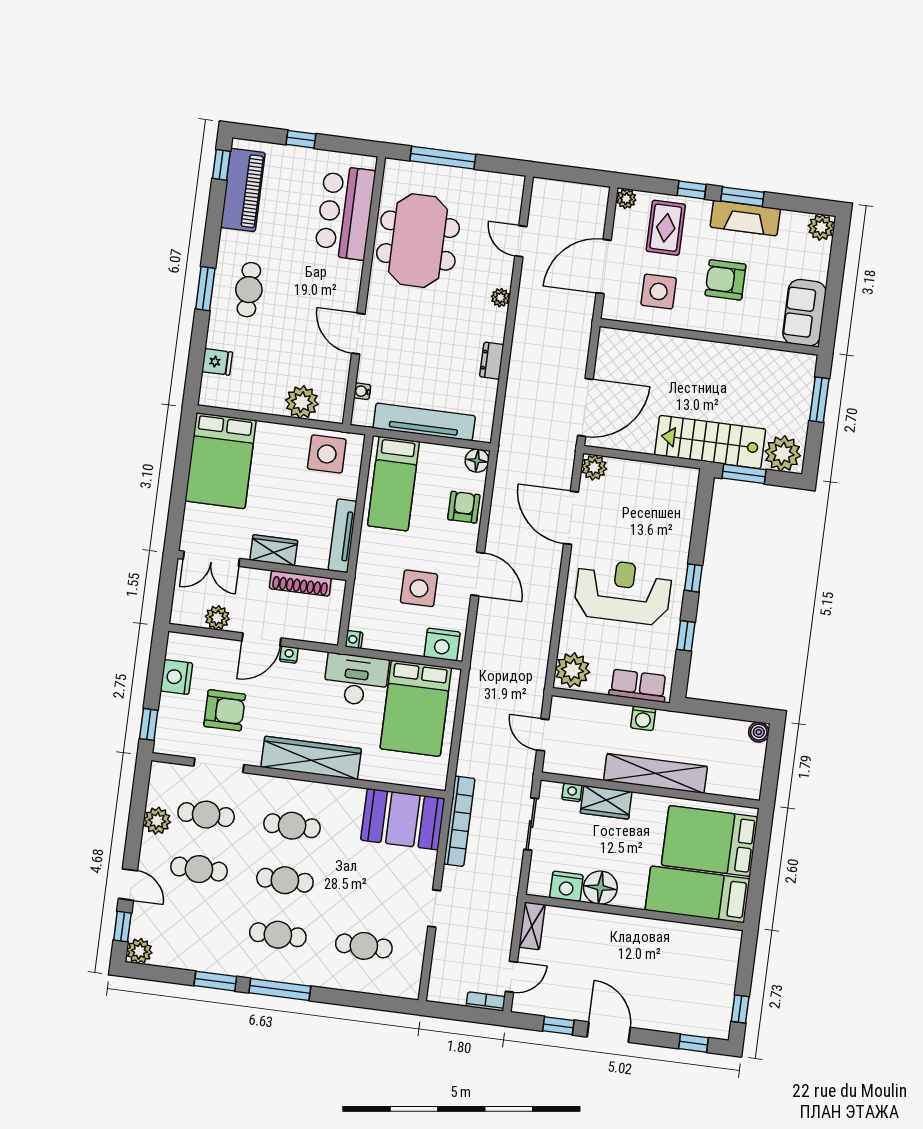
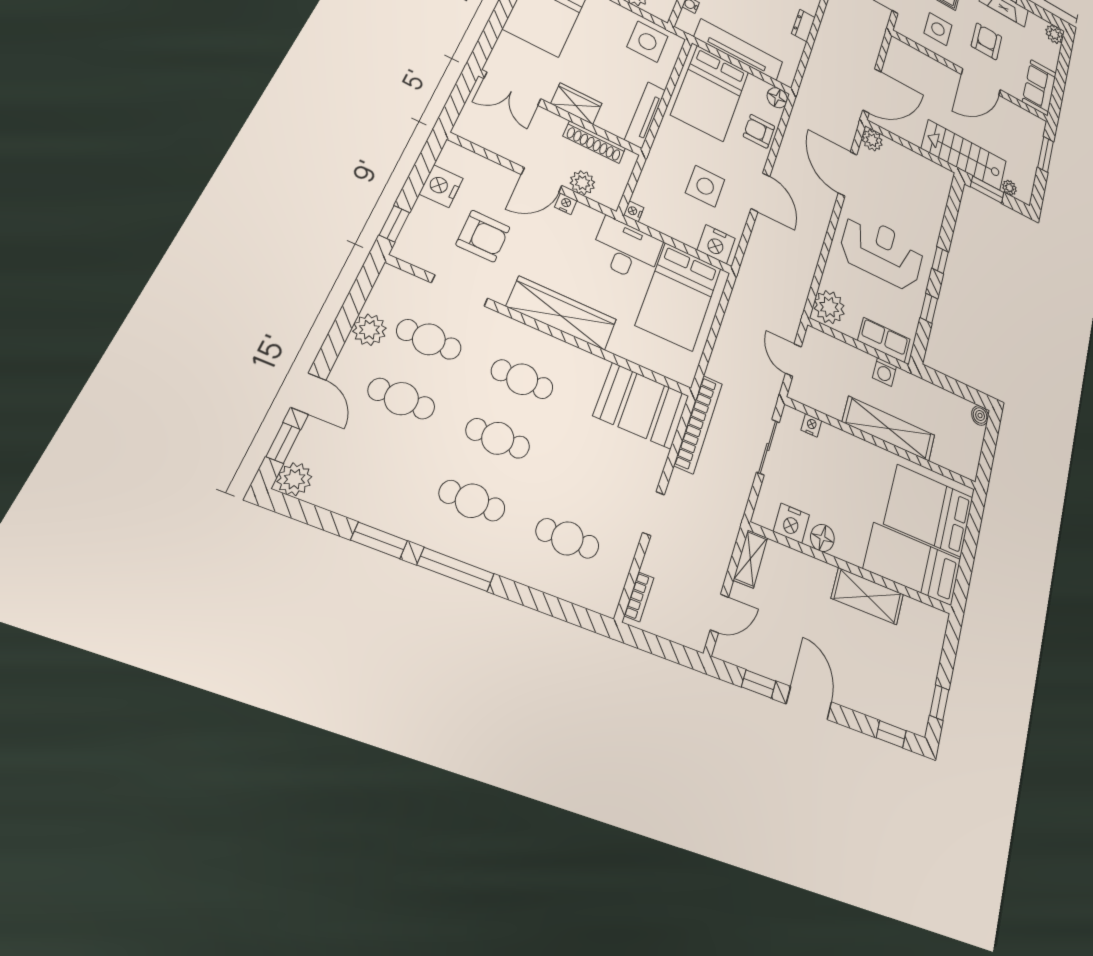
armchair: (725, 280) -> (986, 41), turned 90
door: (723, 339) -> (981, 82), added
plant: (783, 454) -> (1009, 188), width x0.53, depth x0.53
bed: (393, 484) -> (710, 93), width x1.50
armchair: (464, 507) -> (759, 131), turned -90
plant: (217, 618) -> (582, 183), moved
wardrobe: (606, 802) -> (841, 445), removed
floor lamp: (600, 888) -> (822, 538), width x0.73, depth x0.73
shelving: (654, 933) -> (868, 596), added
bookcase: (486, 1001) -> (639, 597), moved, turned 90

